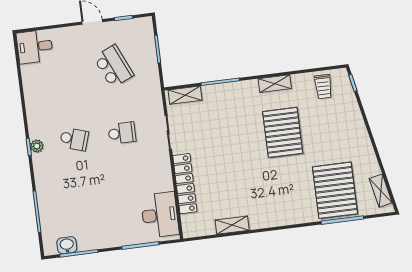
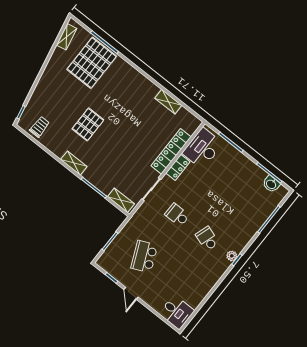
shelving: (275, 84) -> (74, 163), moved
pallet: (283, 132) -> (88, 124), width x0.73, depth x0.71
locker: (164, 176) -> (178, 167), added

